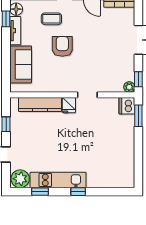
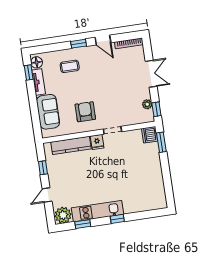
armchair: (62, 46) -> (85, 112), moved
plant: (129, 87) -> (147, 104), moved

